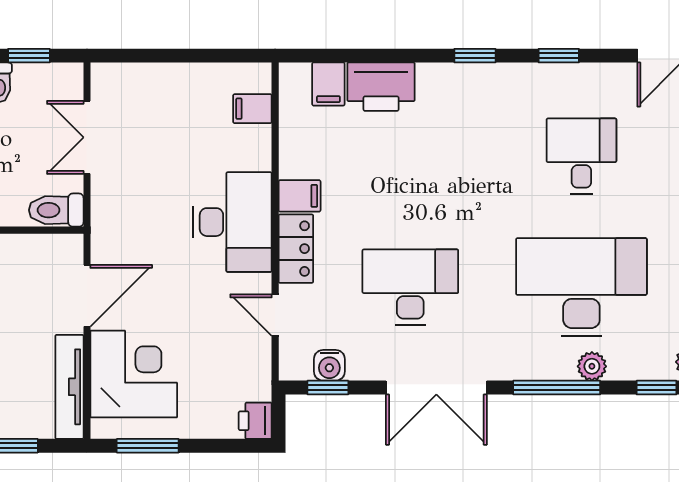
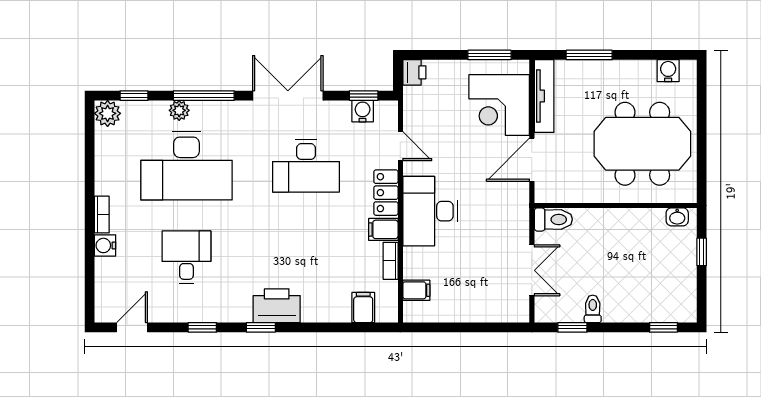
printer: (381, 87) -> (277, 306), moved
bookcase: (289, 151) -> (391, 261), added
desk: (581, 156) -> (186, 257), turned 180

